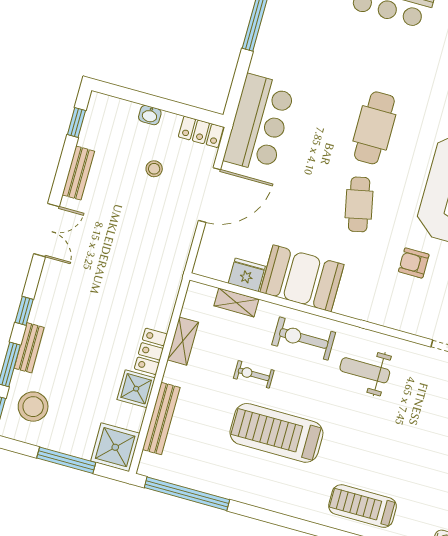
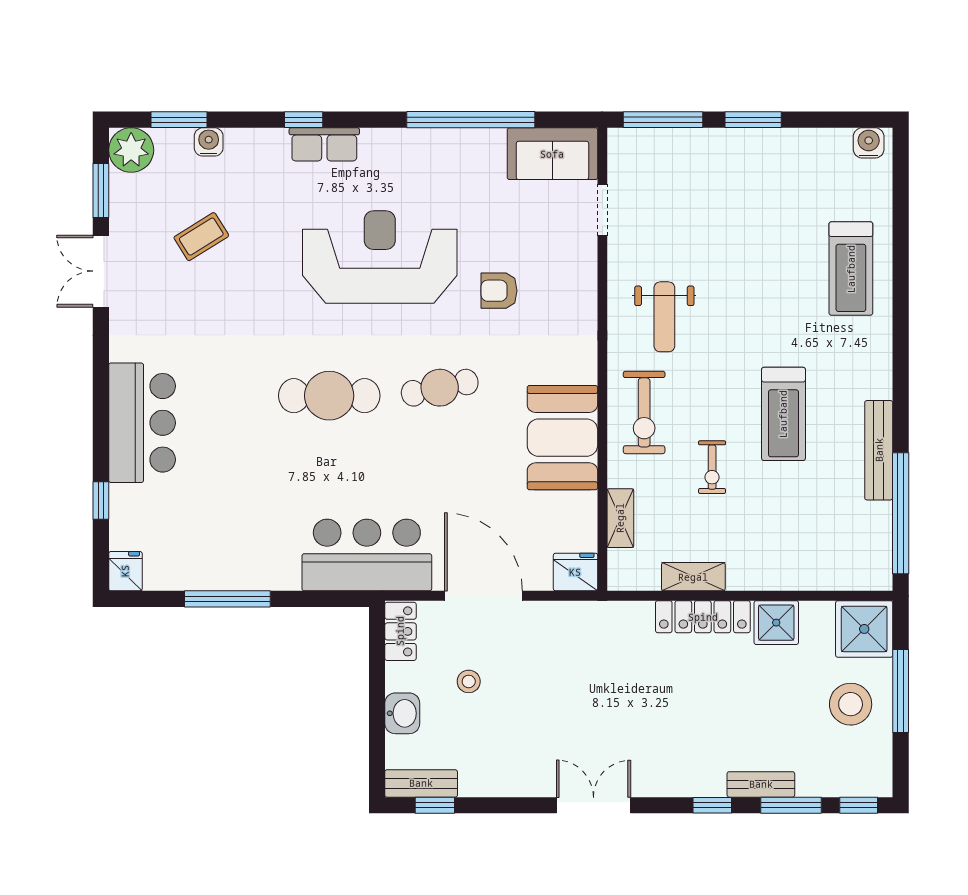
washbasin: (150, 115) -> (402, 713), width x1.38, depth x1.45
bench: (78, 173) -> (421, 783), moved
armchair: (414, 263) -> (499, 291), turned 90
fridge: (247, 275) -> (575, 572), moved, turned 90
locker: (151, 351) -> (703, 617), width x1.53
stool: (33, 407) -> (851, 704), moved
bench: (161, 419) -> (879, 450), moved, turned 90
treadmill: (276, 433) -> (783, 414), width x0.73, depth x0.73

